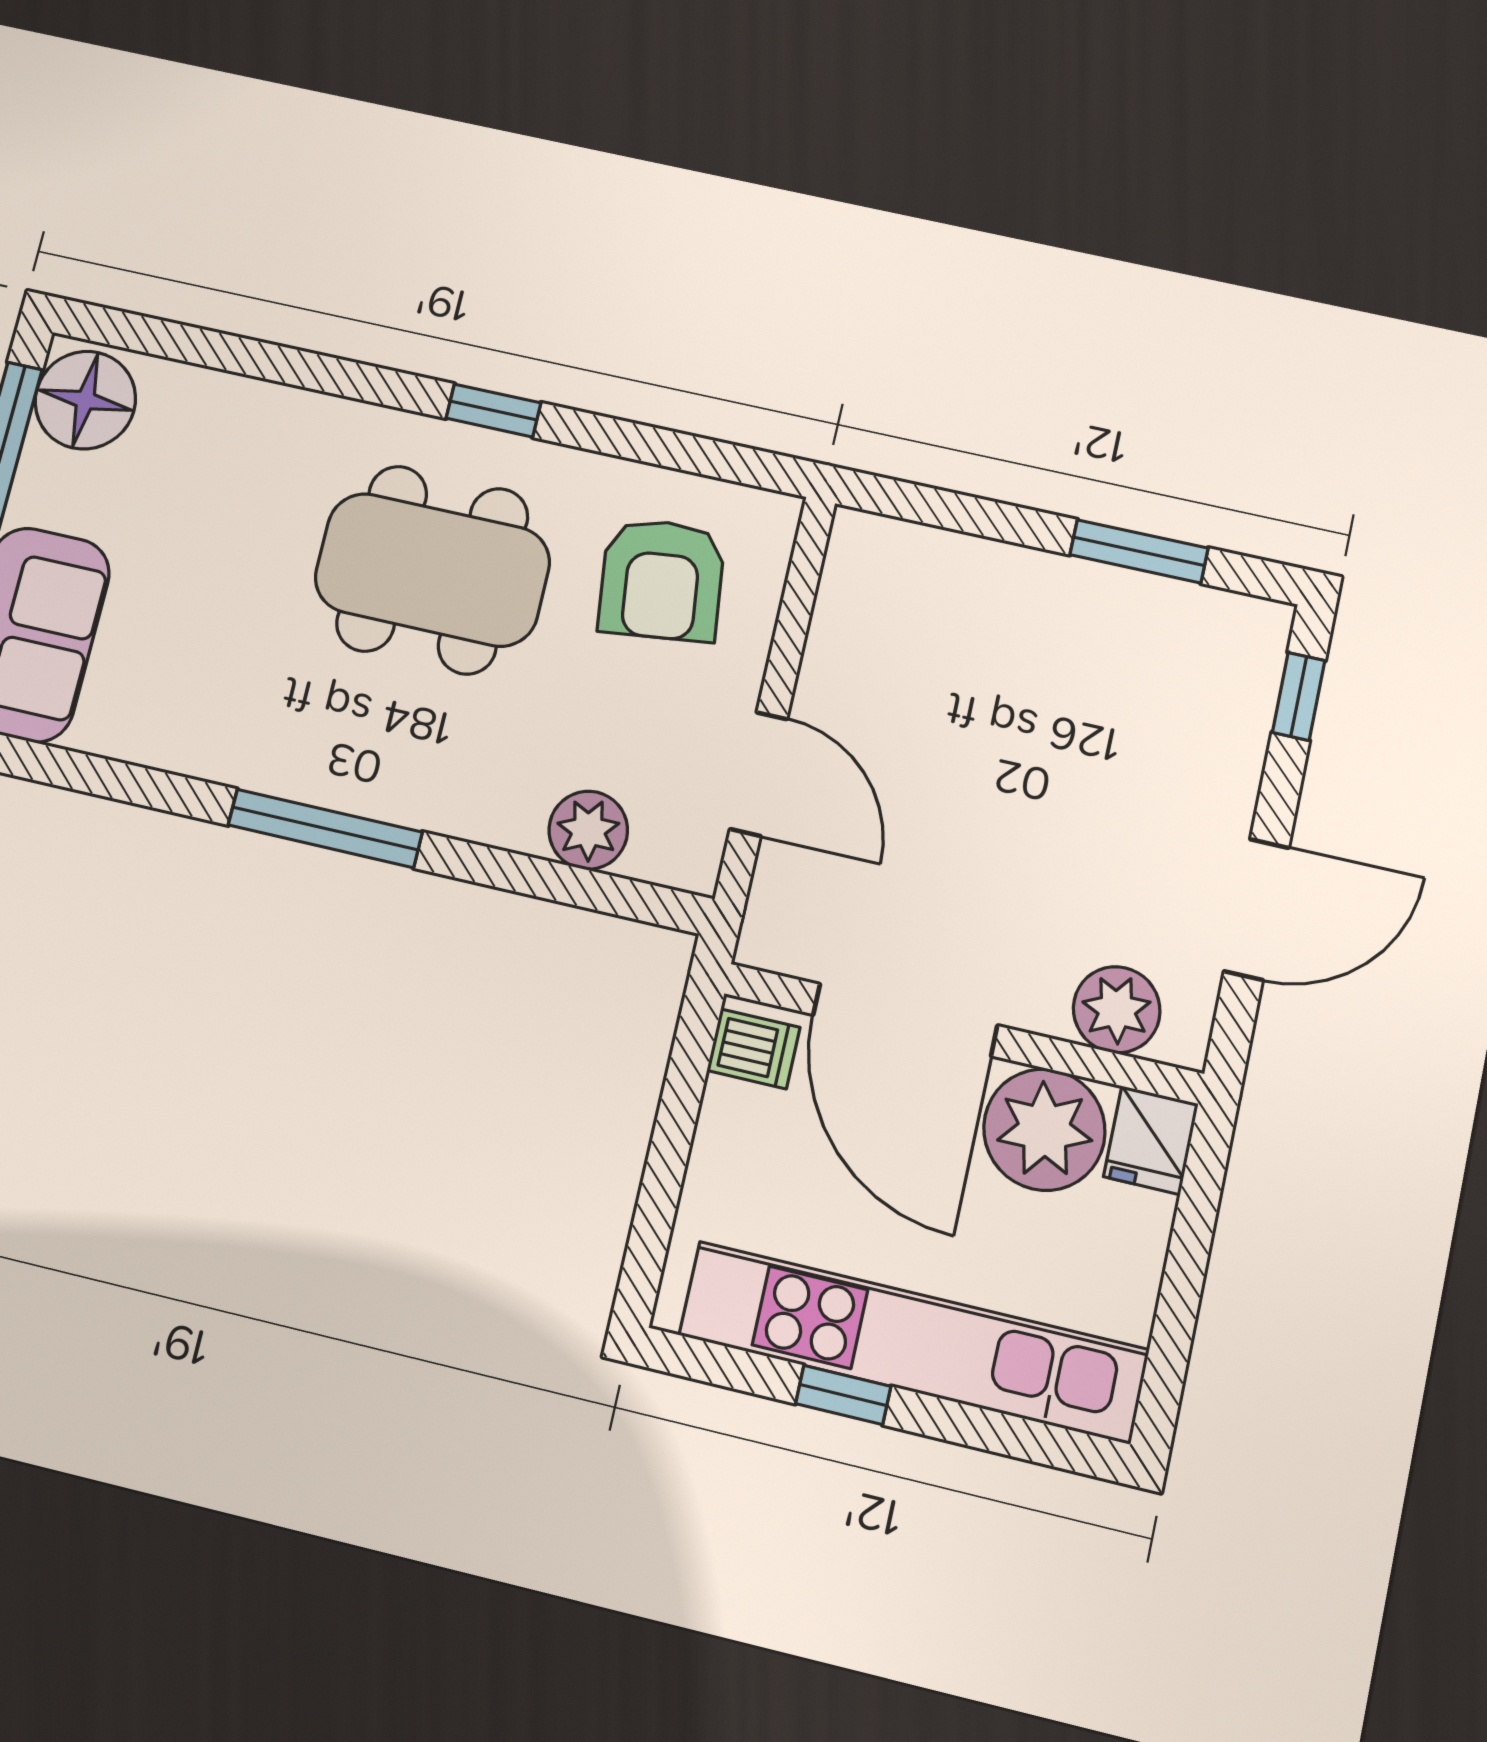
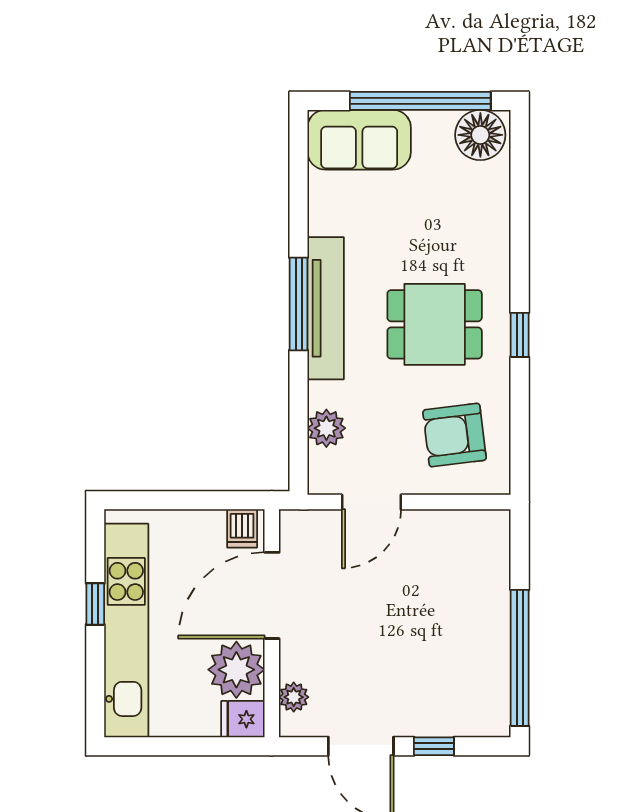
window: (1139, 551) -> (520, 658), width x2.11
dining table: (432, 570) -> (435, 324), width x0.73
window: (1299, 696) -> (434, 746), moved
tv unit: (347, 776) -> (326, 308), added
plant: (1117, 1010) -> (294, 697), width x0.73, depth x0.73

